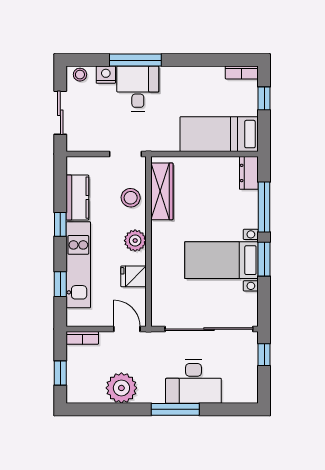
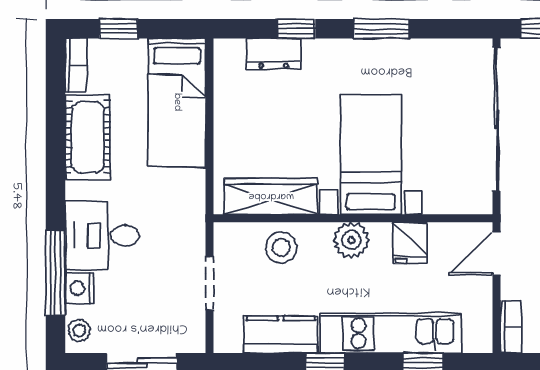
window: (135, 60) -> (55, 273), moved
cot: (198, 80) -> (88, 137), added
doorway: (126, 154) -> (210, 283), moved
dresser: (249, 173) -> (274, 54), moved
window: (264, 207) -> (296, 29), width x0.46
bed with nightstands: (221, 260) -> (371, 154), moved, turned 180

